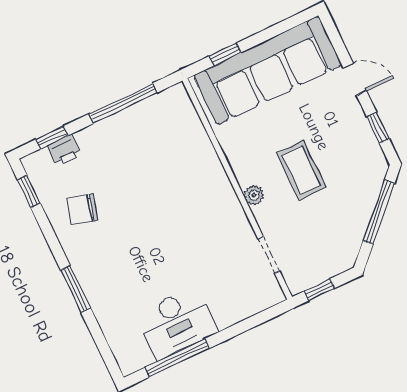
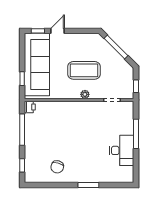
window: (378, 128) -> (38, 31), moved
printer: (64, 150) -> (30, 107), moved
coffee table: (301, 170) -> (84, 70), width x1.36, depth x1.32
window: (29, 191) -> (40, 185), removed
window: (177, 358) -> (136, 134), moved

